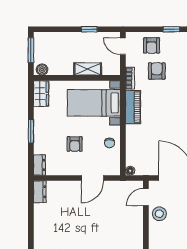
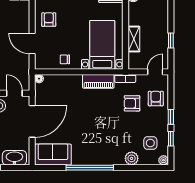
armchair: (152, 45) -> (156, 99), turned 90
armchair: (157, 71) -> (132, 103), turned 180
armchair: (75, 144) -> (49, 20), moved, turned 90

